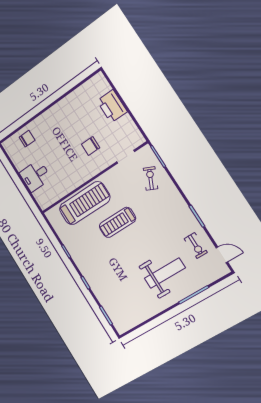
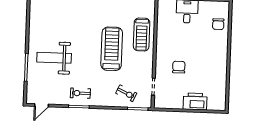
treadmill: (85, 203) -> (142, 34), width x0.73, depth x0.73
treadmill: (117, 222) -> (112, 49), width x1.37, depth x1.38
exercise bike: (196, 246) -> (80, 93), moved
weight bench: (165, 273) -> (54, 58), turned 90

